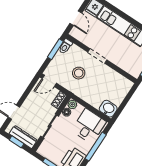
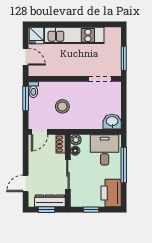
doorway: (97, 56) -> (100, 79), moved

